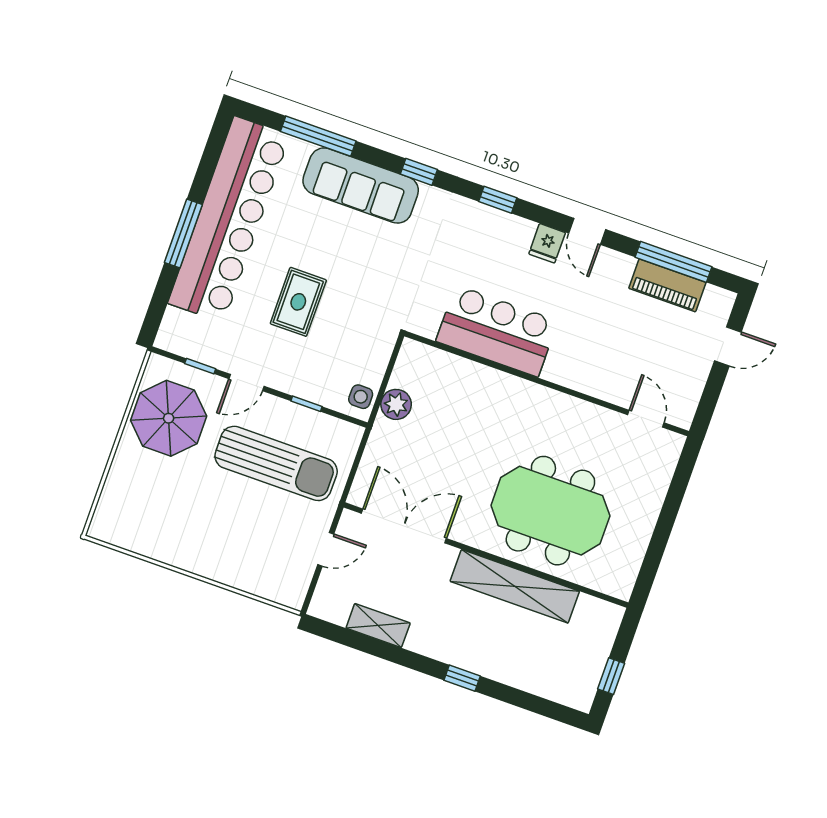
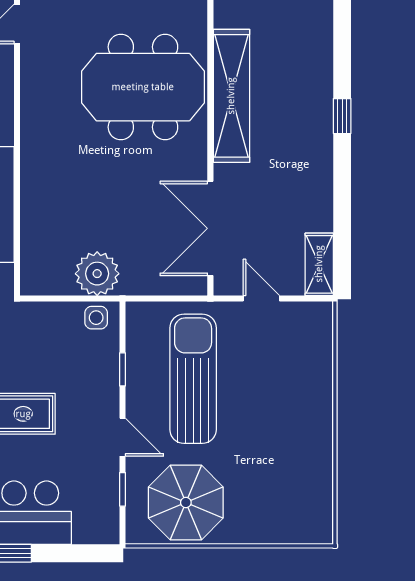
plant: (396, 404) -> (97, 274), width x1.36, depth x1.36
meeting table: (550, 511) -> (143, 87), turned 90
shelving: (378, 626) -> (319, 264), moved

